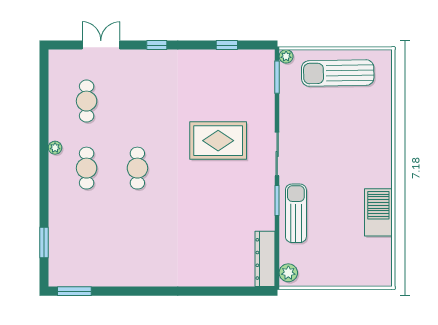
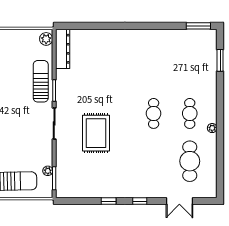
window: (227, 45) -> (109, 201), moved
plant: (286, 56) -> (48, 171), moved
cafe table: (87, 101) -> (190, 161), width x1.37, depth x1.35
rug: (218, 141) -> (96, 133), turned 90
sun lounger: (296, 213) -> (41, 81), turned 180

